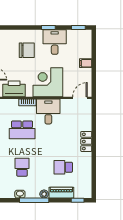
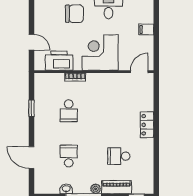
desk: (48, 112) -> (101, 88), removed
school desk: (22, 130) -> (69, 111), width x0.54

